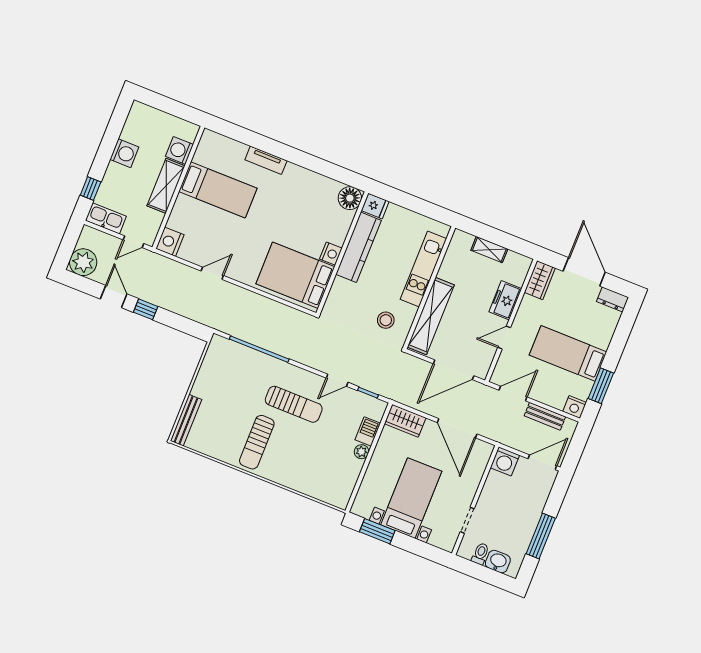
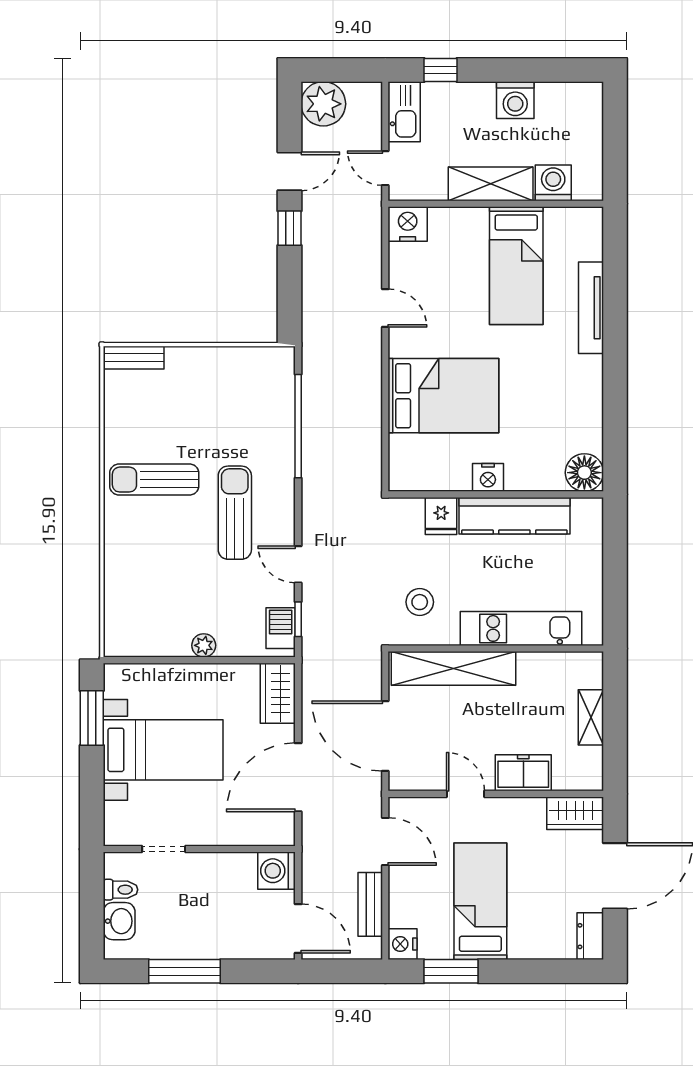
tv unit: (266, 160) -> (591, 308), width x1.41
fridge: (375, 206) -> (441, 516), moved
bed: (295, 275) -> (443, 396), moved, turned 90
sun lounger: (294, 404) -> (235, 513), turned 180
bench: (186, 420) -> (134, 358), width x0.73
barbecue: (368, 432) -> (281, 628), moved, turned -90

